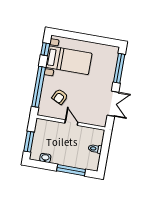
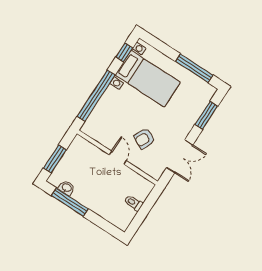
window: (97, 40) -> (194, 68), added
window: (119, 68) -> (206, 115), width x0.69
armchair: (60, 97) -> (144, 139), moved
window: (71, 170) -> (70, 202), moved

